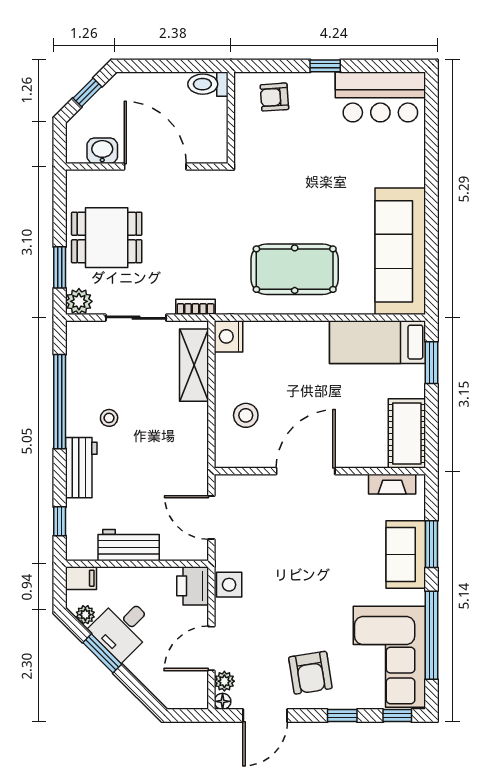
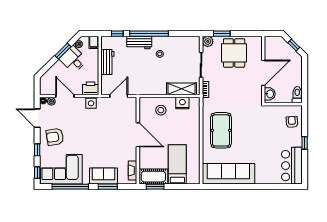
washbasin: (102, 151) -> (270, 94), moved
nightstand: (229, 336) -> (182, 103), moved
bed: (378, 342) -> (177, 164), moved
window: (431, 363) -> (155, 187), moved
window: (60, 402) -> (149, 34), moved

